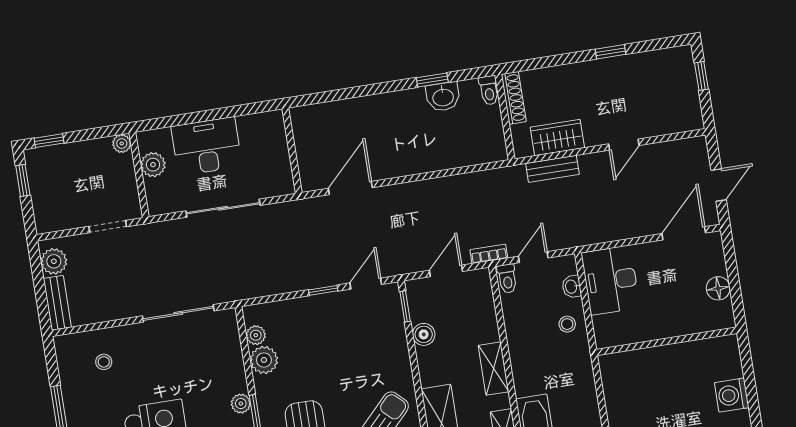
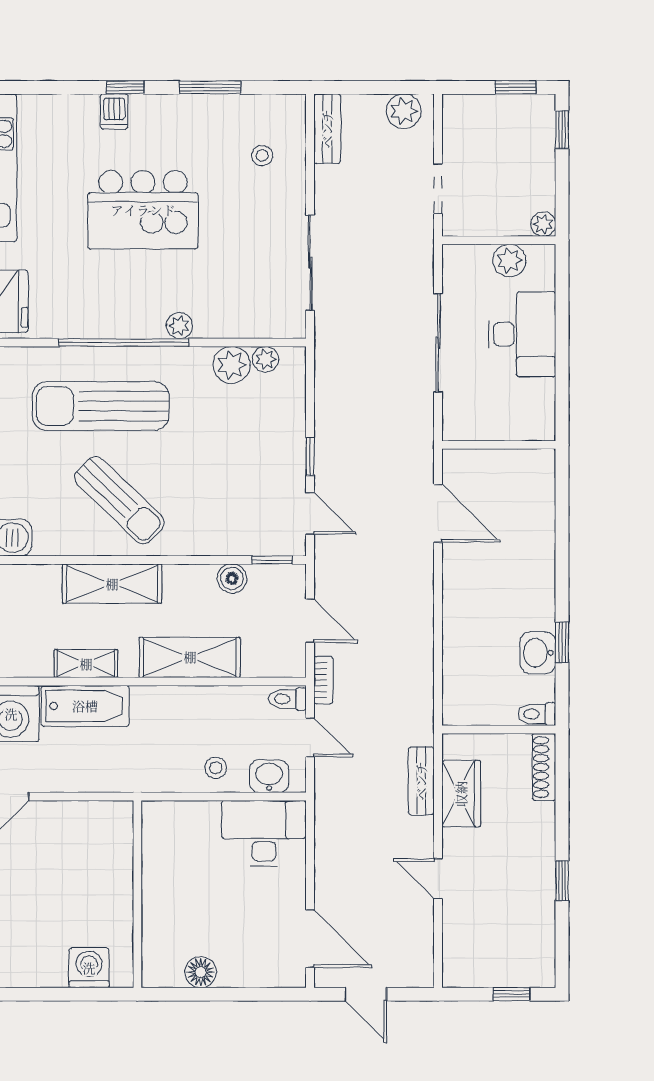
shoe rack: (514, 98) -> (544, 767), moved, turned 90
washbasin: (572, 287) -> (269, 776), width x1.38, depth x1.45
floor lamp: (718, 288) -> (201, 972), moved
bench: (57, 303) -> (327, 129), moved, turned 90
wall: (667, 341) -> (137, 894), moved
shelving: (493, 369) -> (190, 657), width x1.50, depth x1.33

